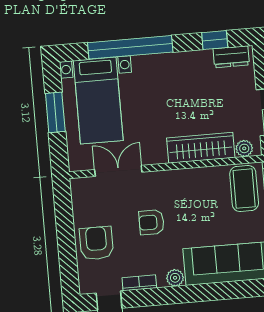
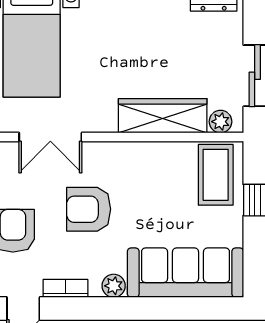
double door: (118, 171) -> (50, 137), swing flipped
armchair: (151, 222) -> (89, 209), width x1.38, depth x1.38

